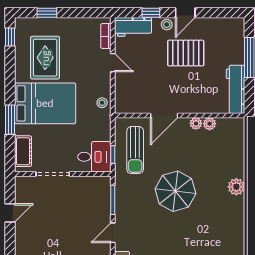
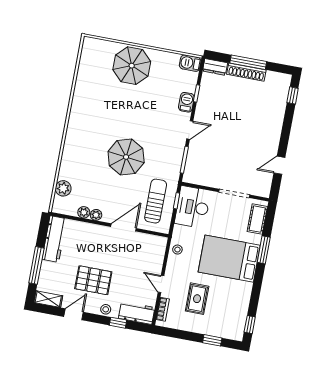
door: (185, 13) -> (74, 314), moved
shelving: (230, 24) -> (48, 299), added
rug: (45, 58) -> (197, 299), moved, width x0.73, depth x0.70
desk: (94, 157) -> (193, 207), width x1.37
plant: (236, 187) -> (63, 188), moved

